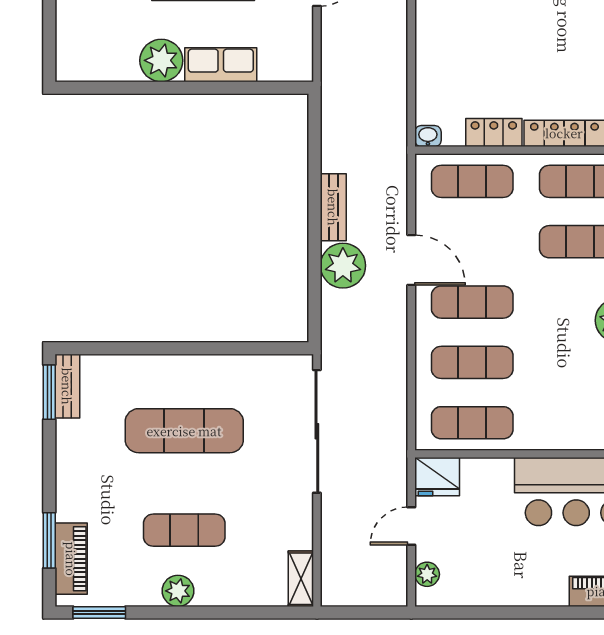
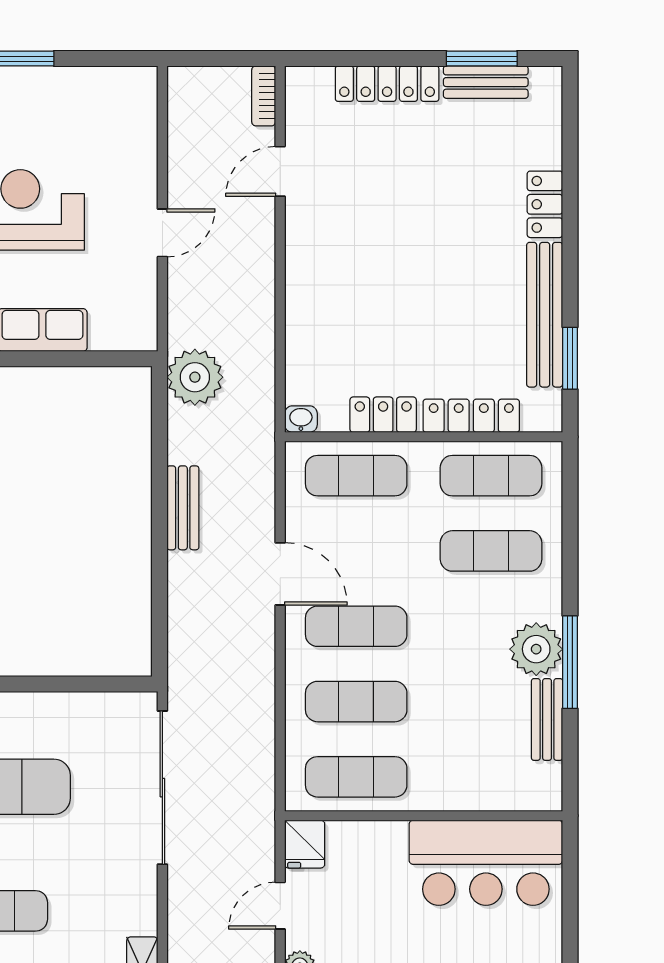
plant: (343, 266) -> (195, 377), moved
fridge: (437, 477) -> (305, 844), width x0.72

